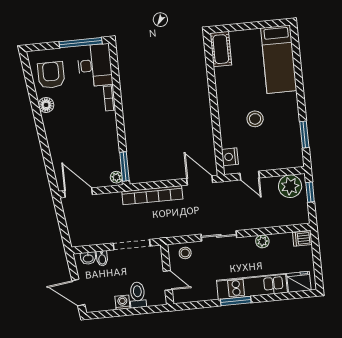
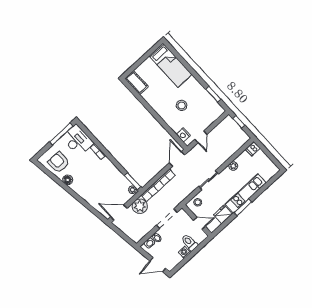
door: (250, 175) -> (201, 137), hinge flipped
door: (200, 180) -> (177, 159), hinge flipped
plant: (290, 186) -> (140, 206), moved
fridge: (299, 282) -> (223, 214), moved

